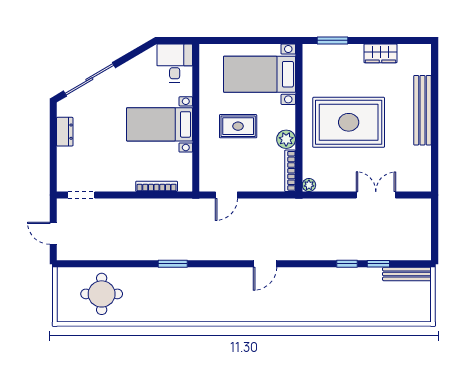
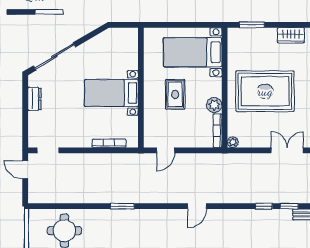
desk: (175, 63) -> (124, 43), removed
rug: (238, 126) -> (175, 94), turned 90
door: (53, 233) -> (25, 170), moved

